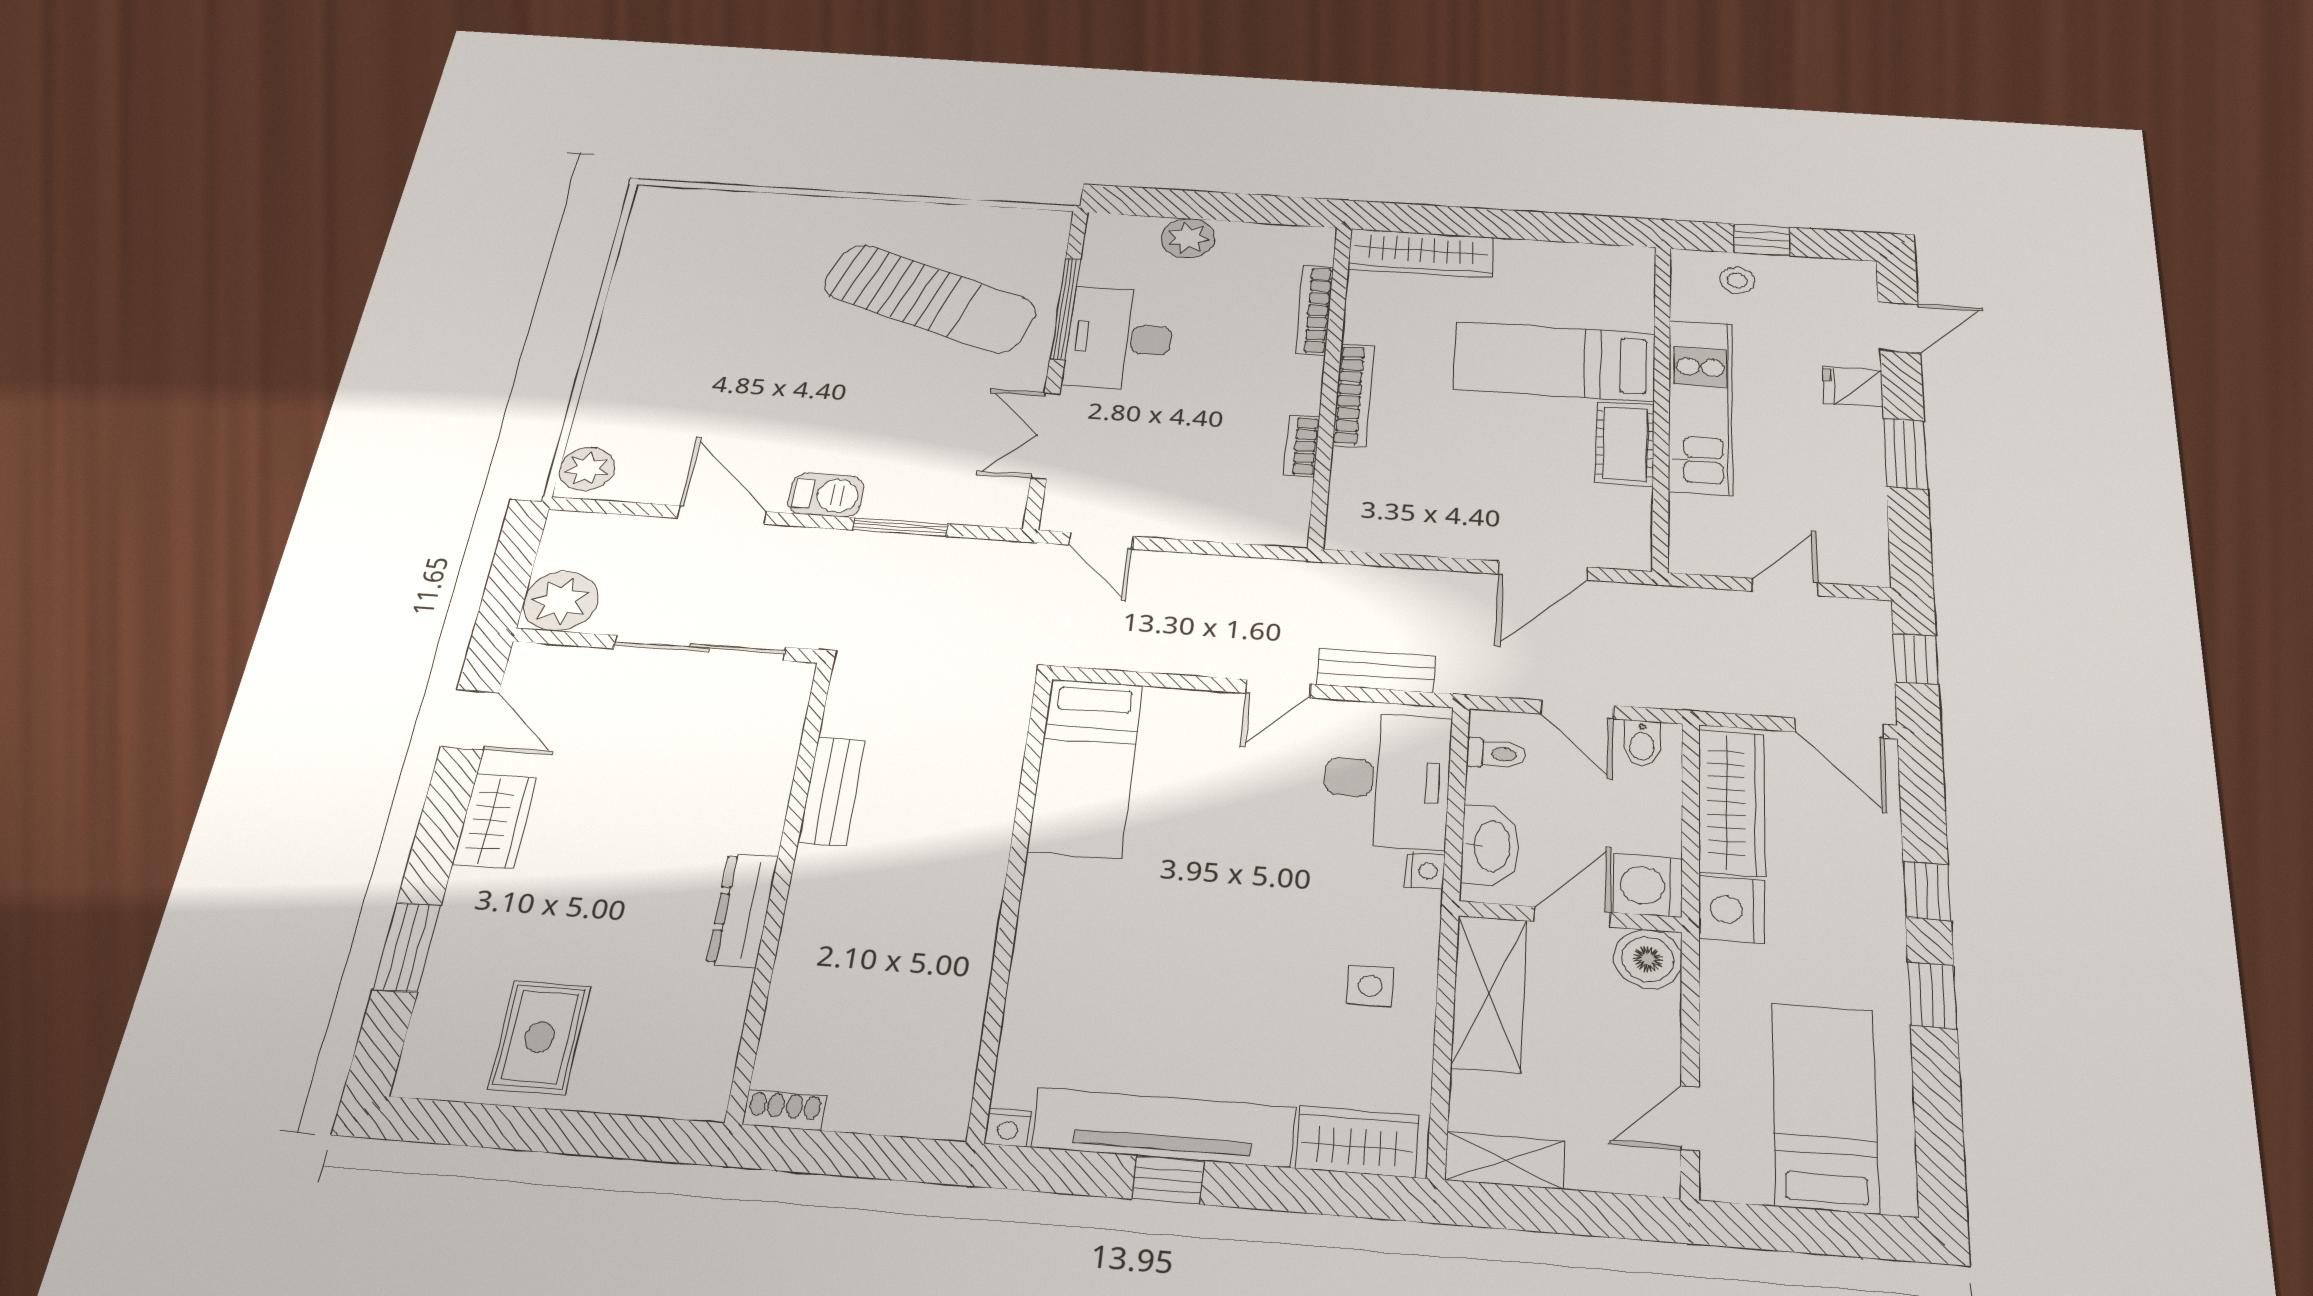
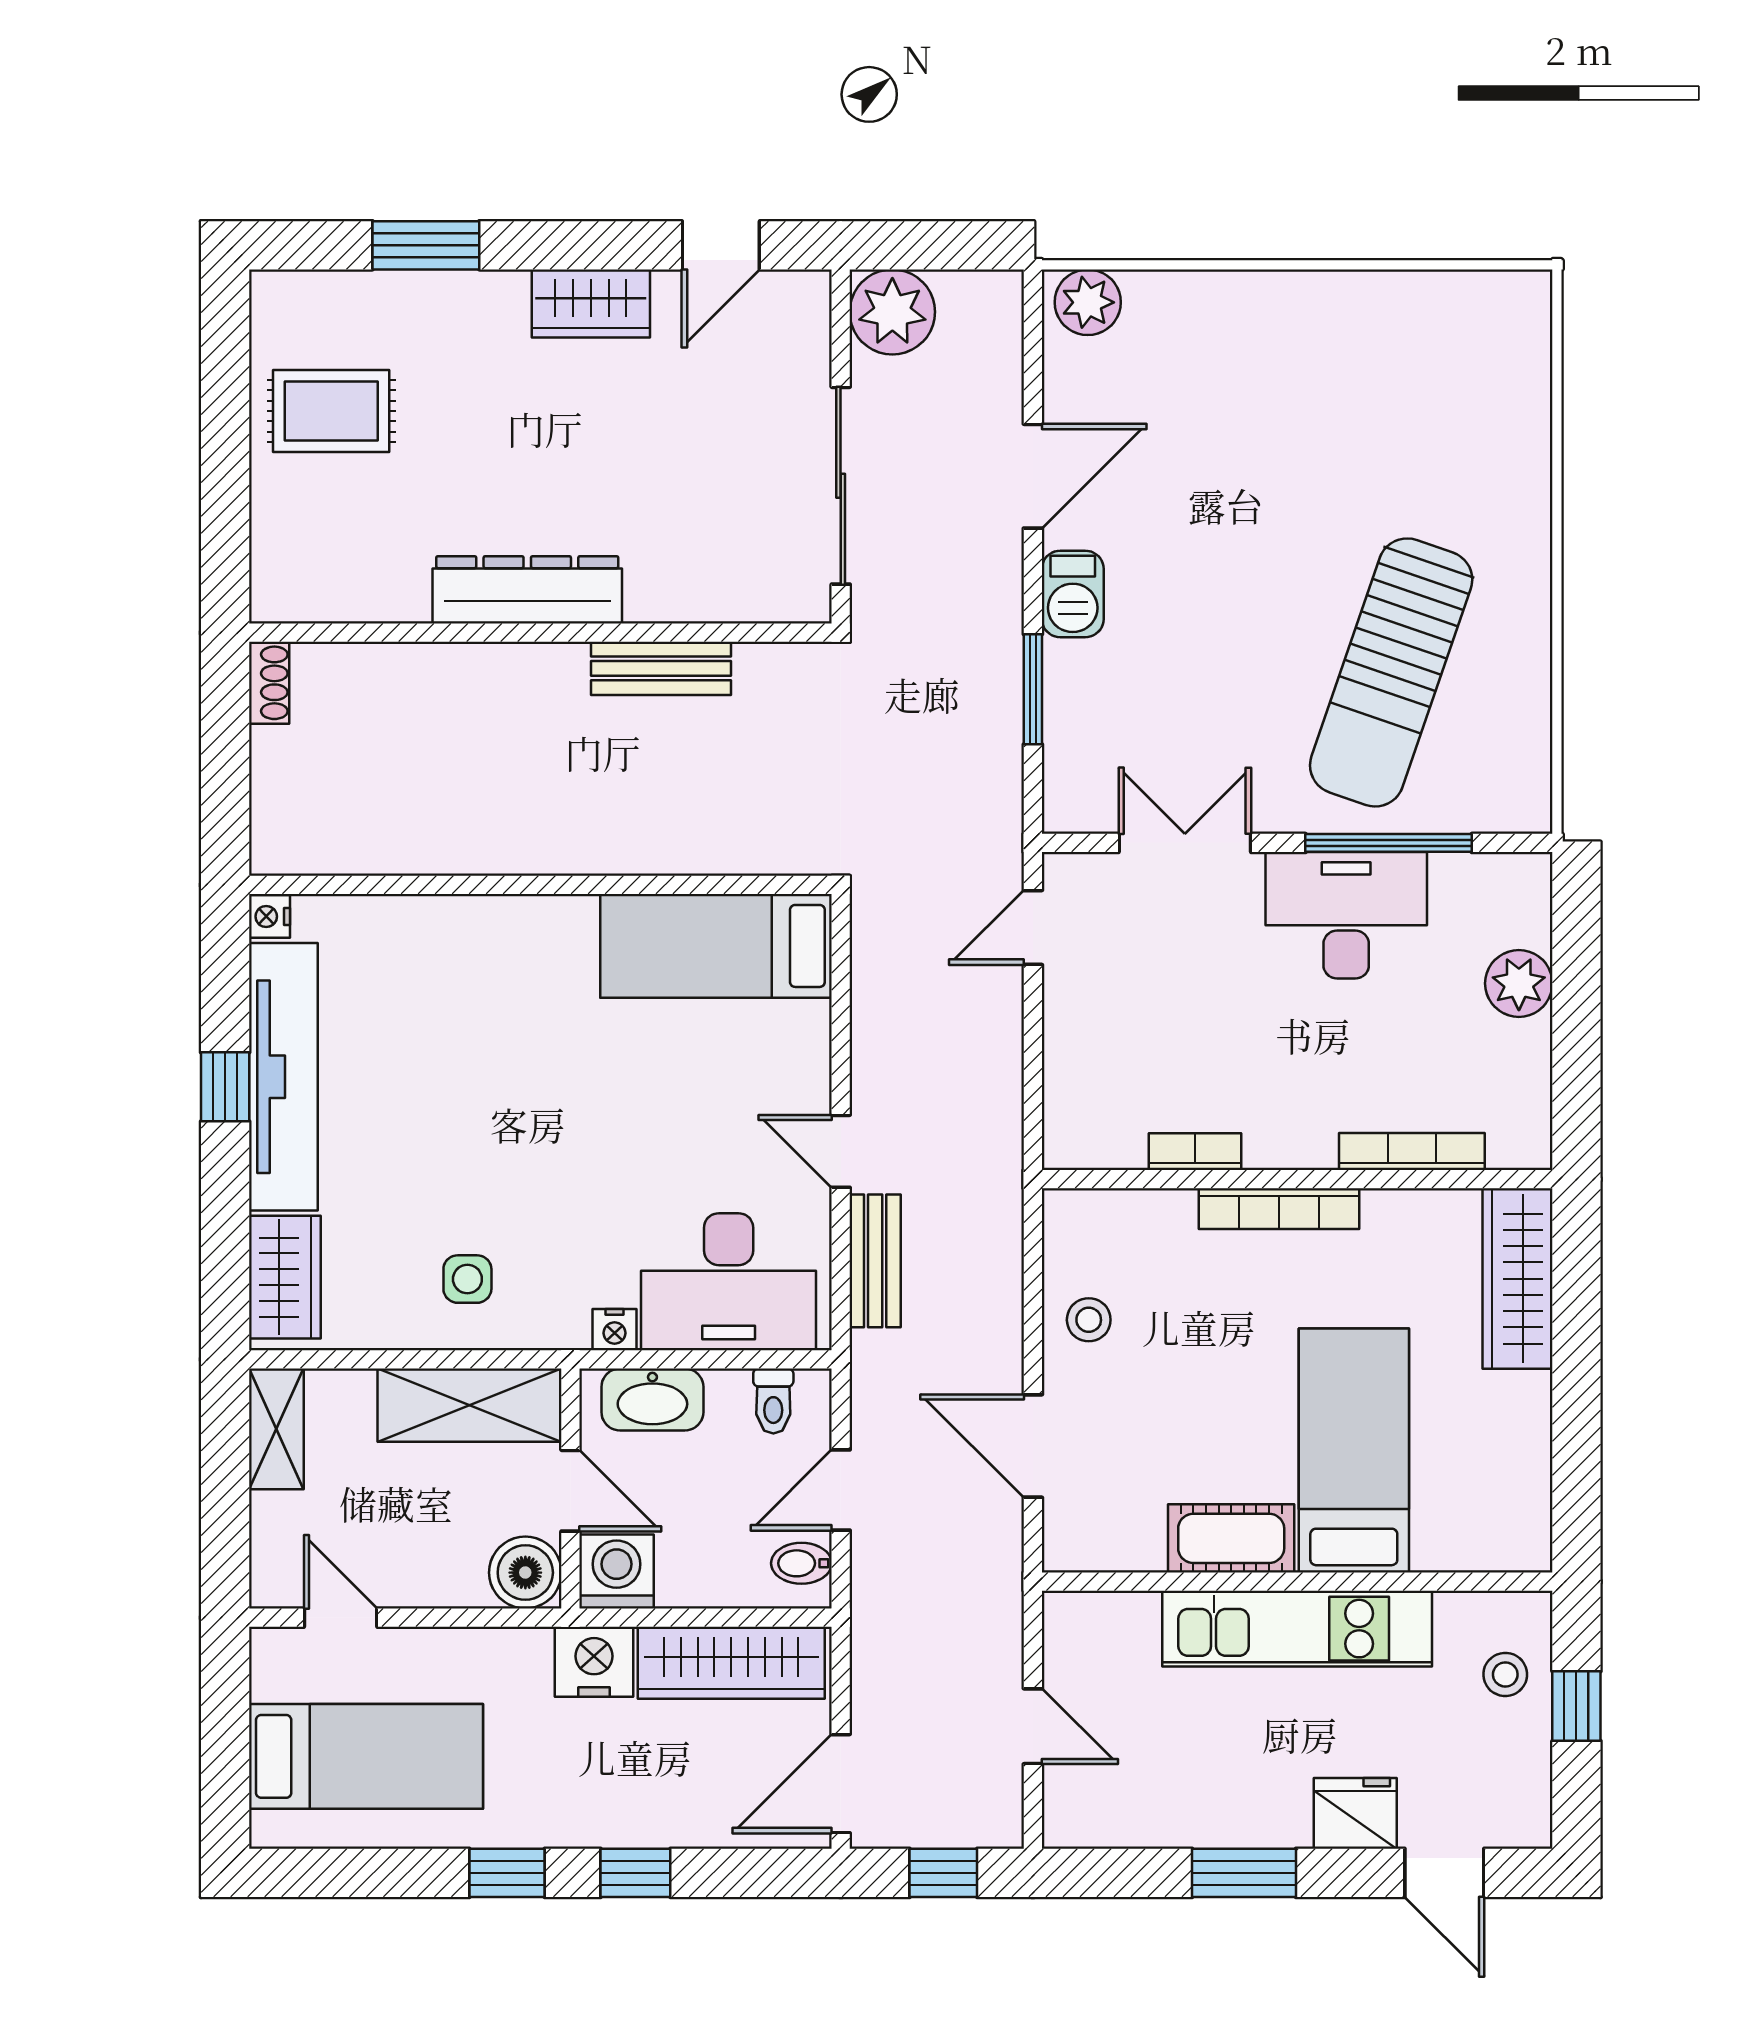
fridge: (1853, 387) -> (1355, 1813), width x1.38
stool: (1437, 525) -> (1089, 1320), added
dresser: (742, 910) -> (527, 590), width x1.37, depth x1.24

